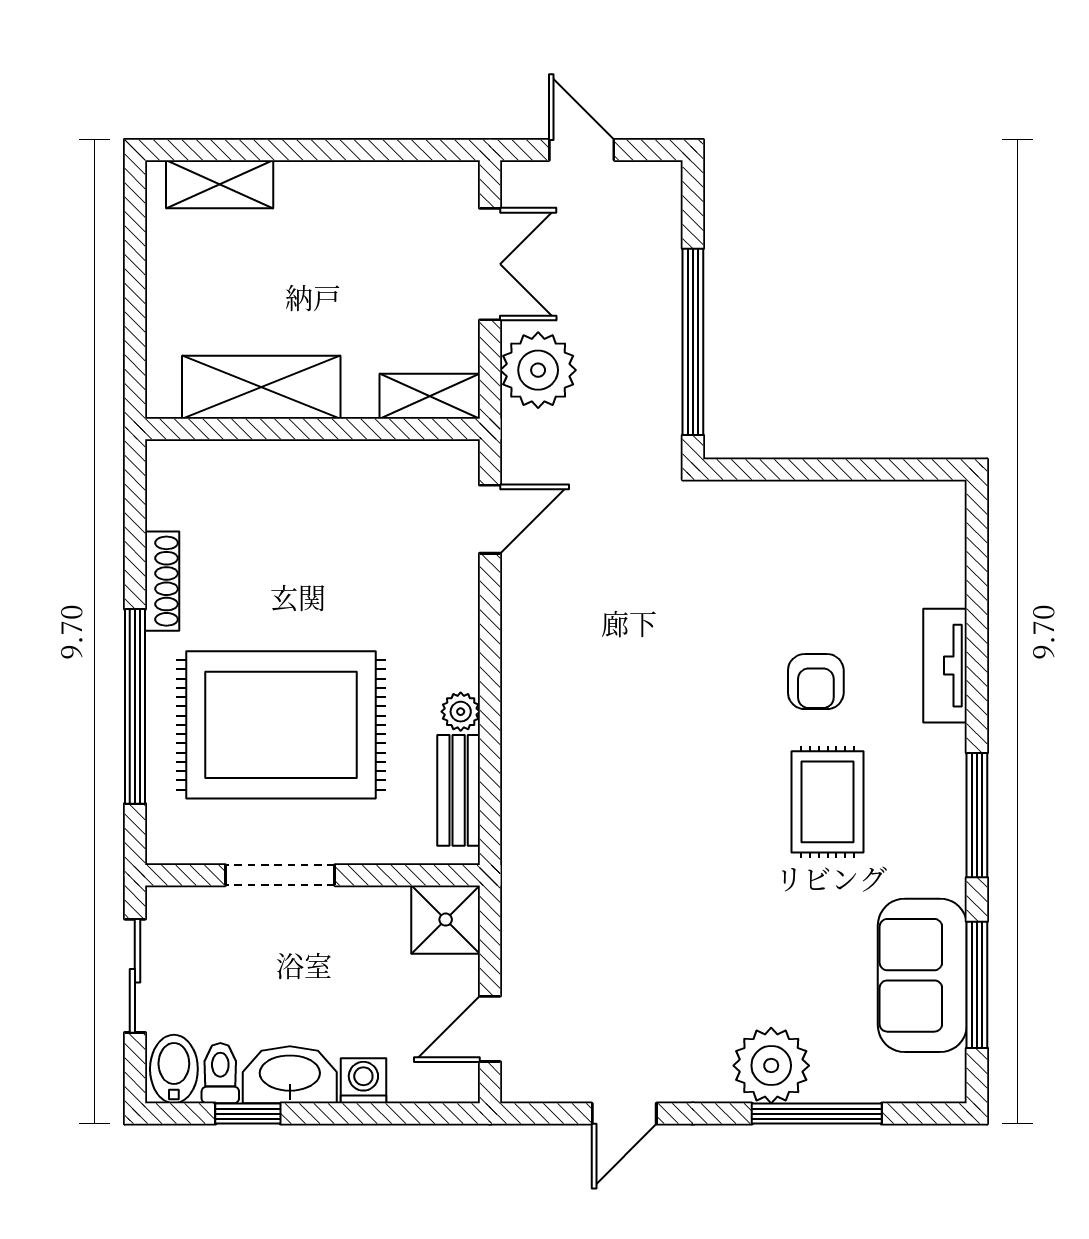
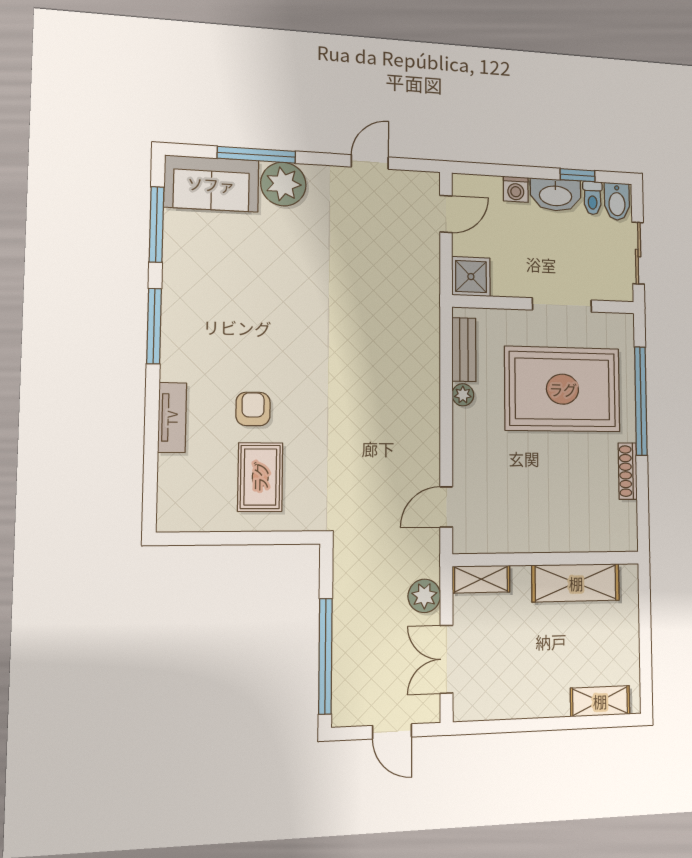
window: (693, 342) -> (325, 656), moved
plant: (538, 370) -> (424, 596), width x0.73, depth x0.73
rug: (828, 802) -> (260, 477), moved
sofa: (922, 975) -> (211, 184), moved, turned 90

